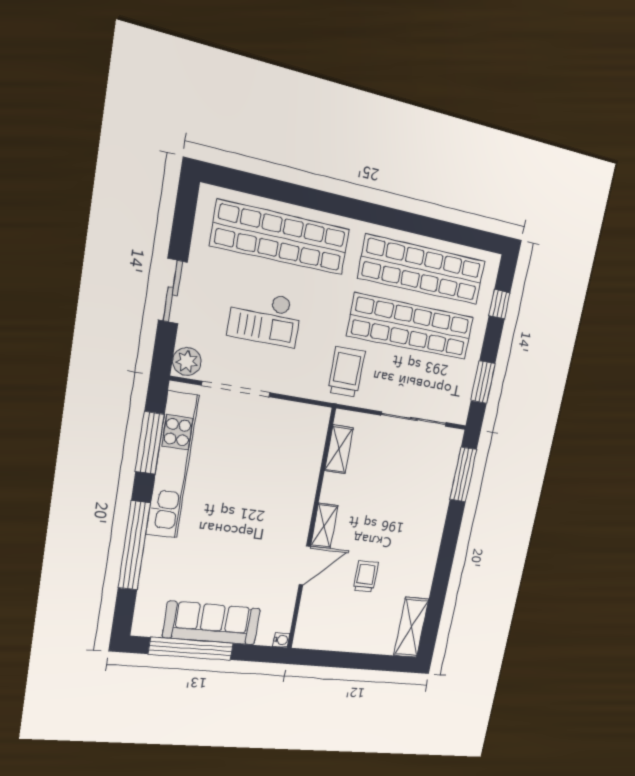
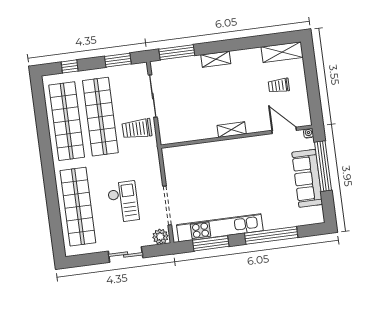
trolley: (346, 372) -> (137, 129), moved
shelving: (339, 449) -> (216, 59), moved
door: (305, 565) -> (284, 130), moved
trolley: (366, 576) -> (279, 86), moved
window: (191, 649) -> (323, 166), moved

